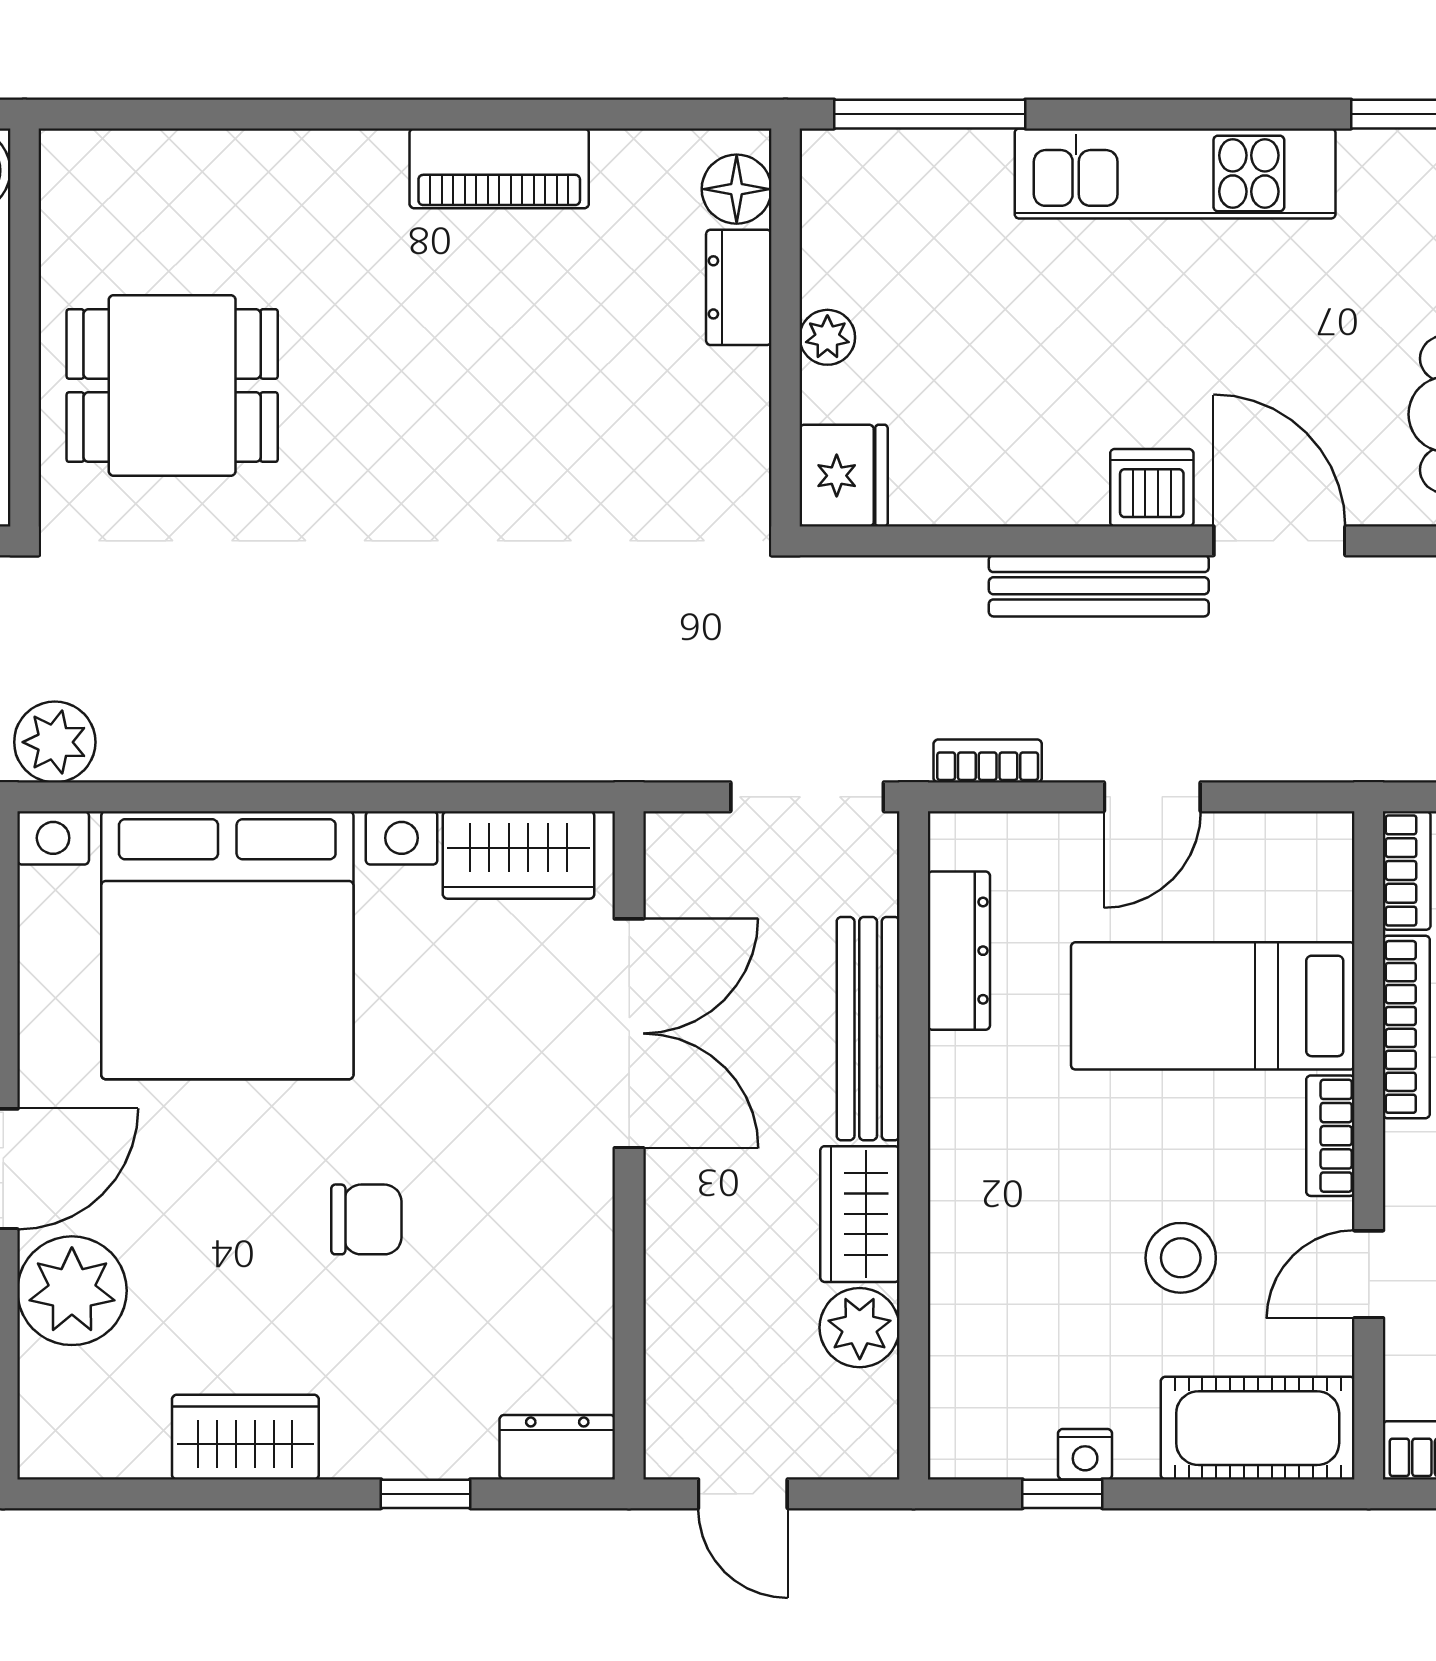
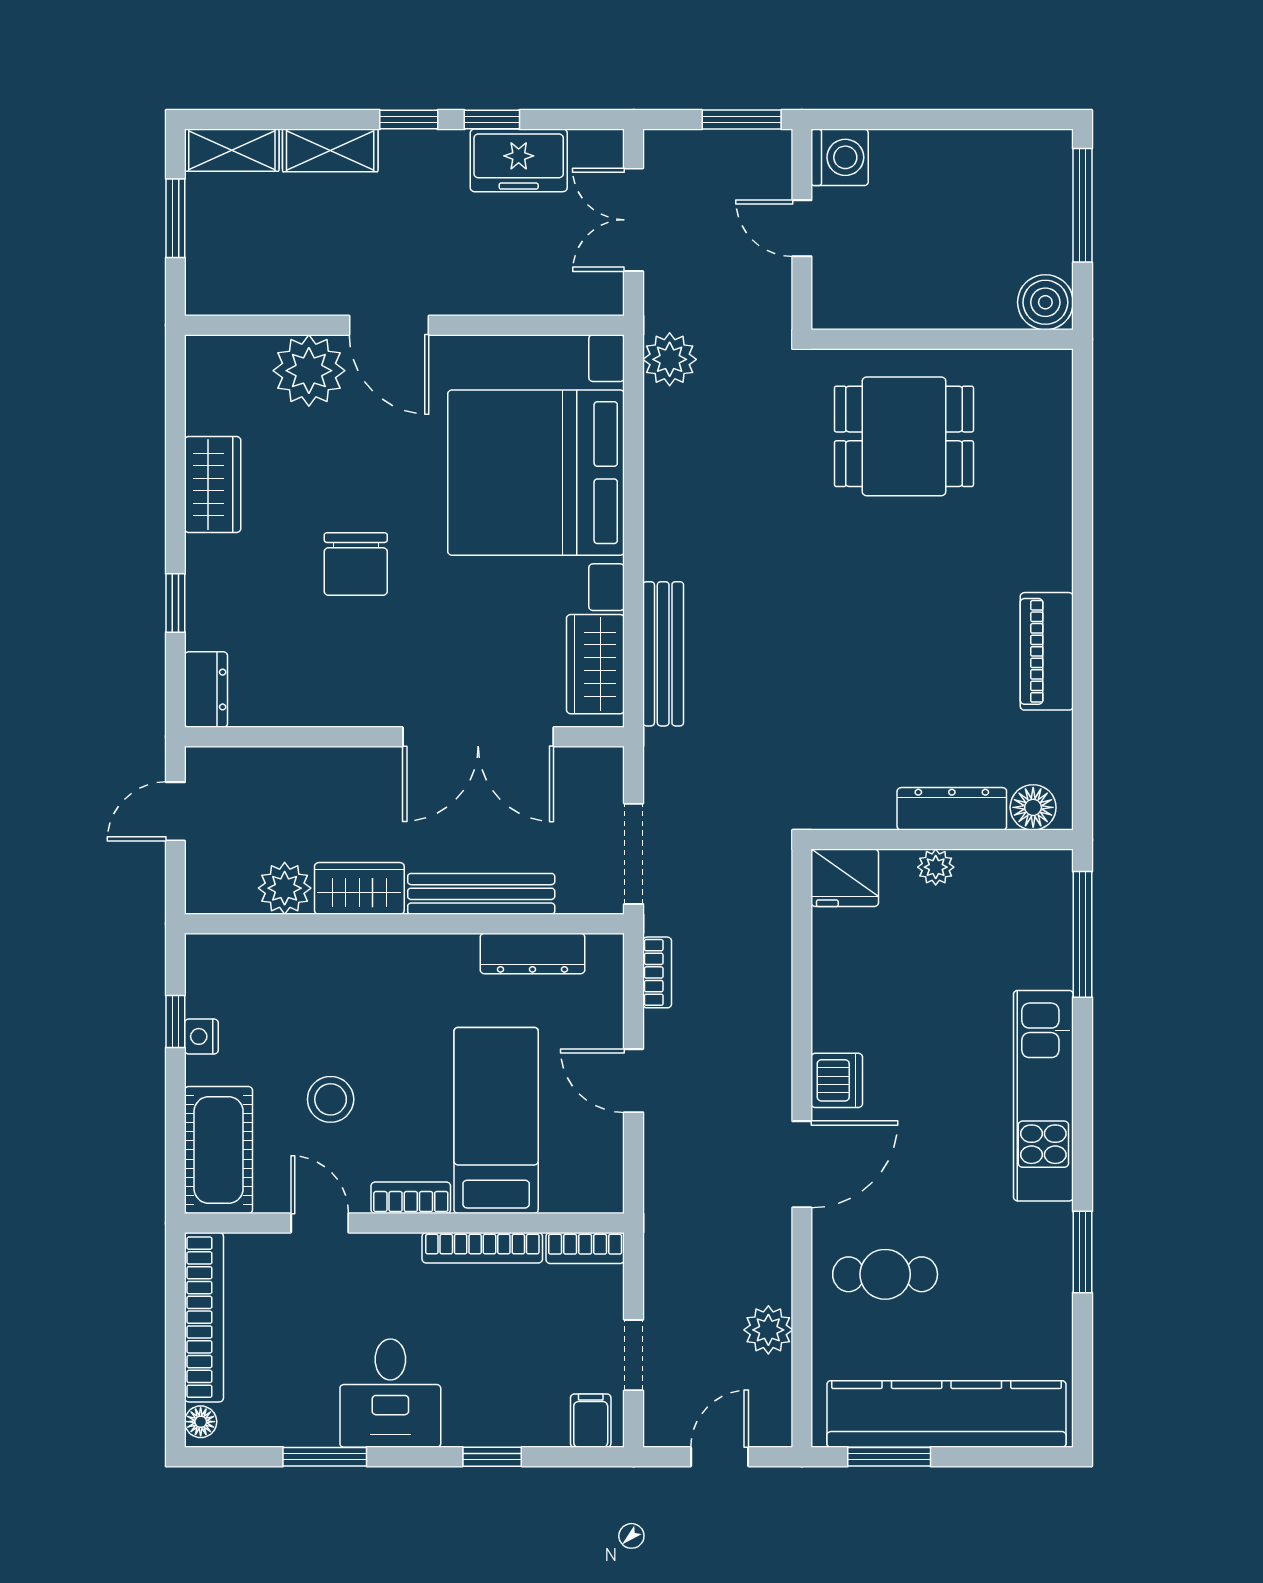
dresser: (739, 287) -> (952, 809), width x1.44
dining table: (172, 386) -> (904, 436), turned 90
bench: (1099, 586) -> (663, 654), moved
chair: (366, 1219) -> (356, 564), width x1.37, depth x1.37

